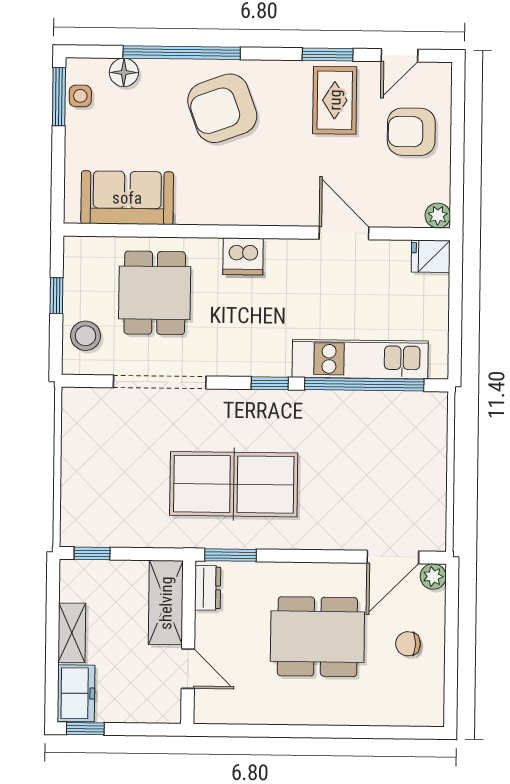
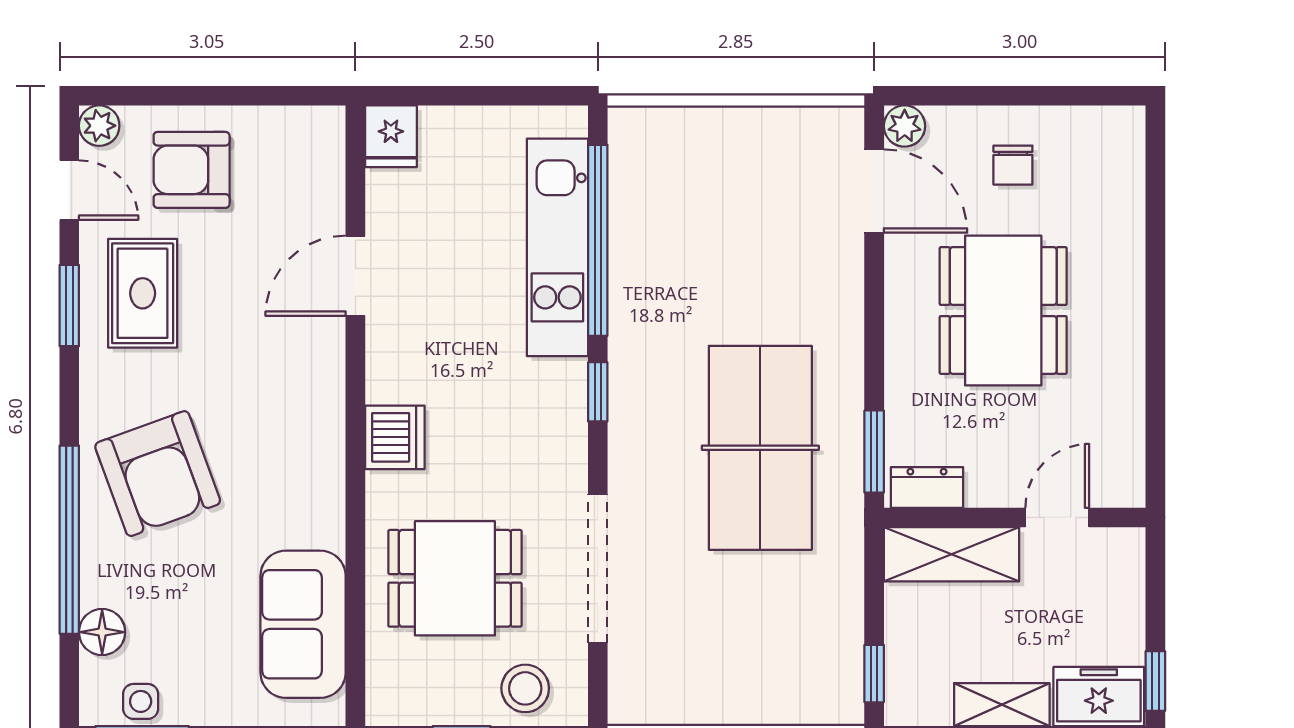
rug: (335, 100) -> (143, 293), turned 90
armchair: (411, 132) -> (192, 170), turned 90
plant: (438, 215) -> (99, 126), moved

